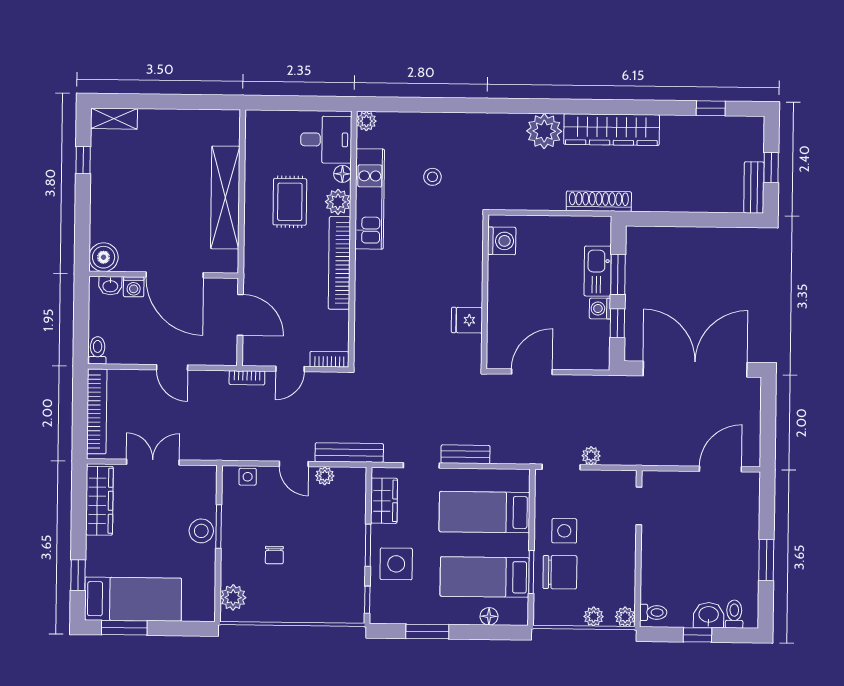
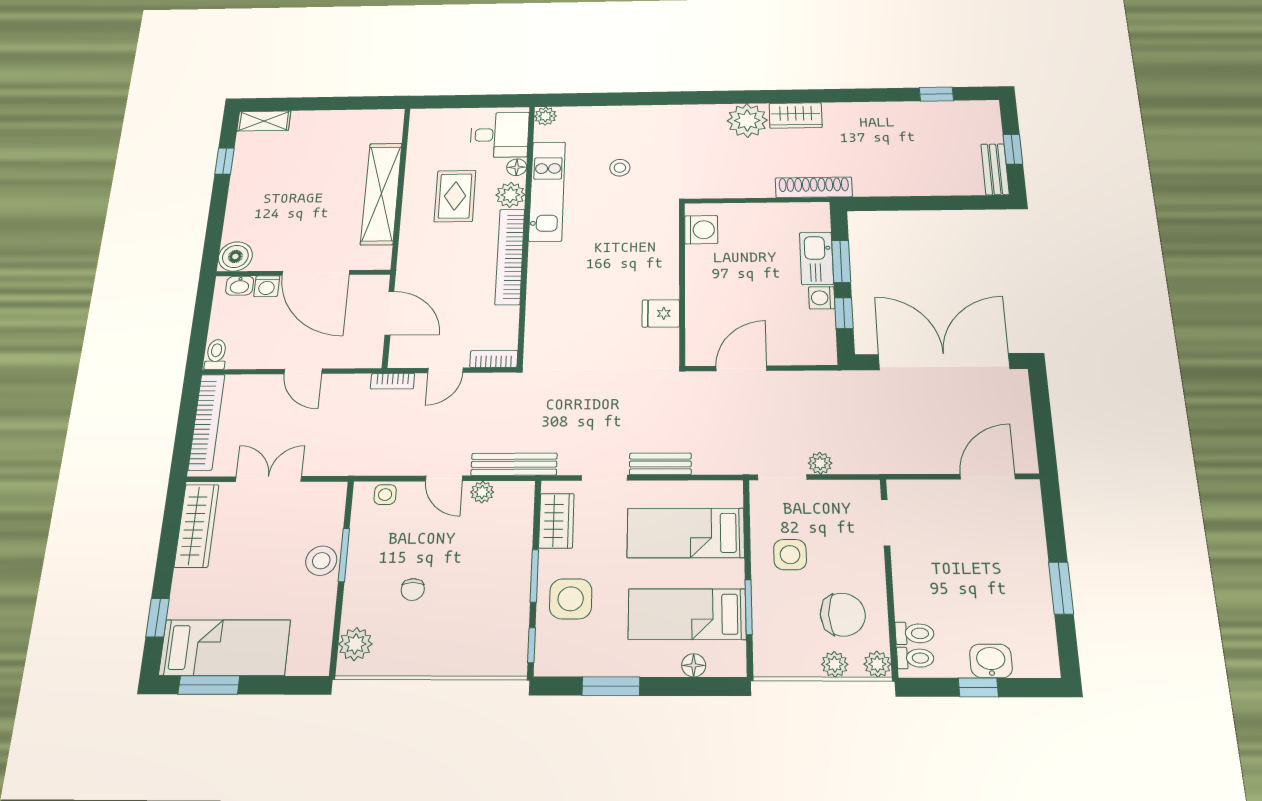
wardrobe: (612, 130) -> (796, 115), width x0.48, depth x0.85
chair: (560, 572) -> (843, 615), moved
toilet: (734, 614) -> (915, 633), moved, turned 90

